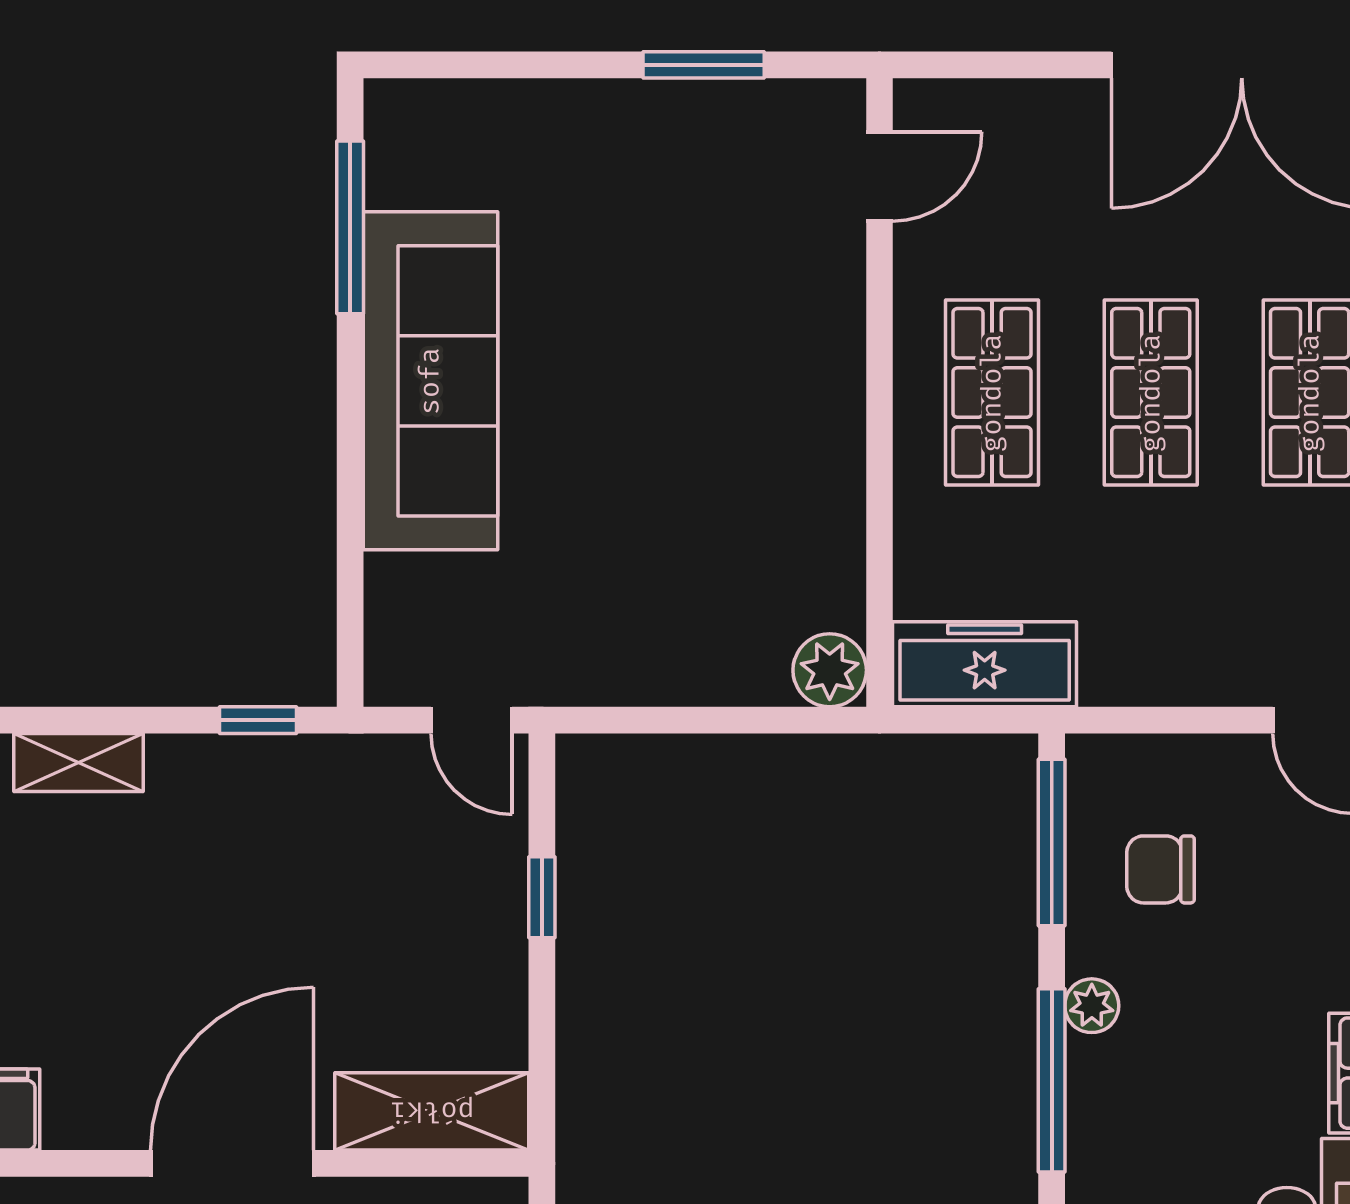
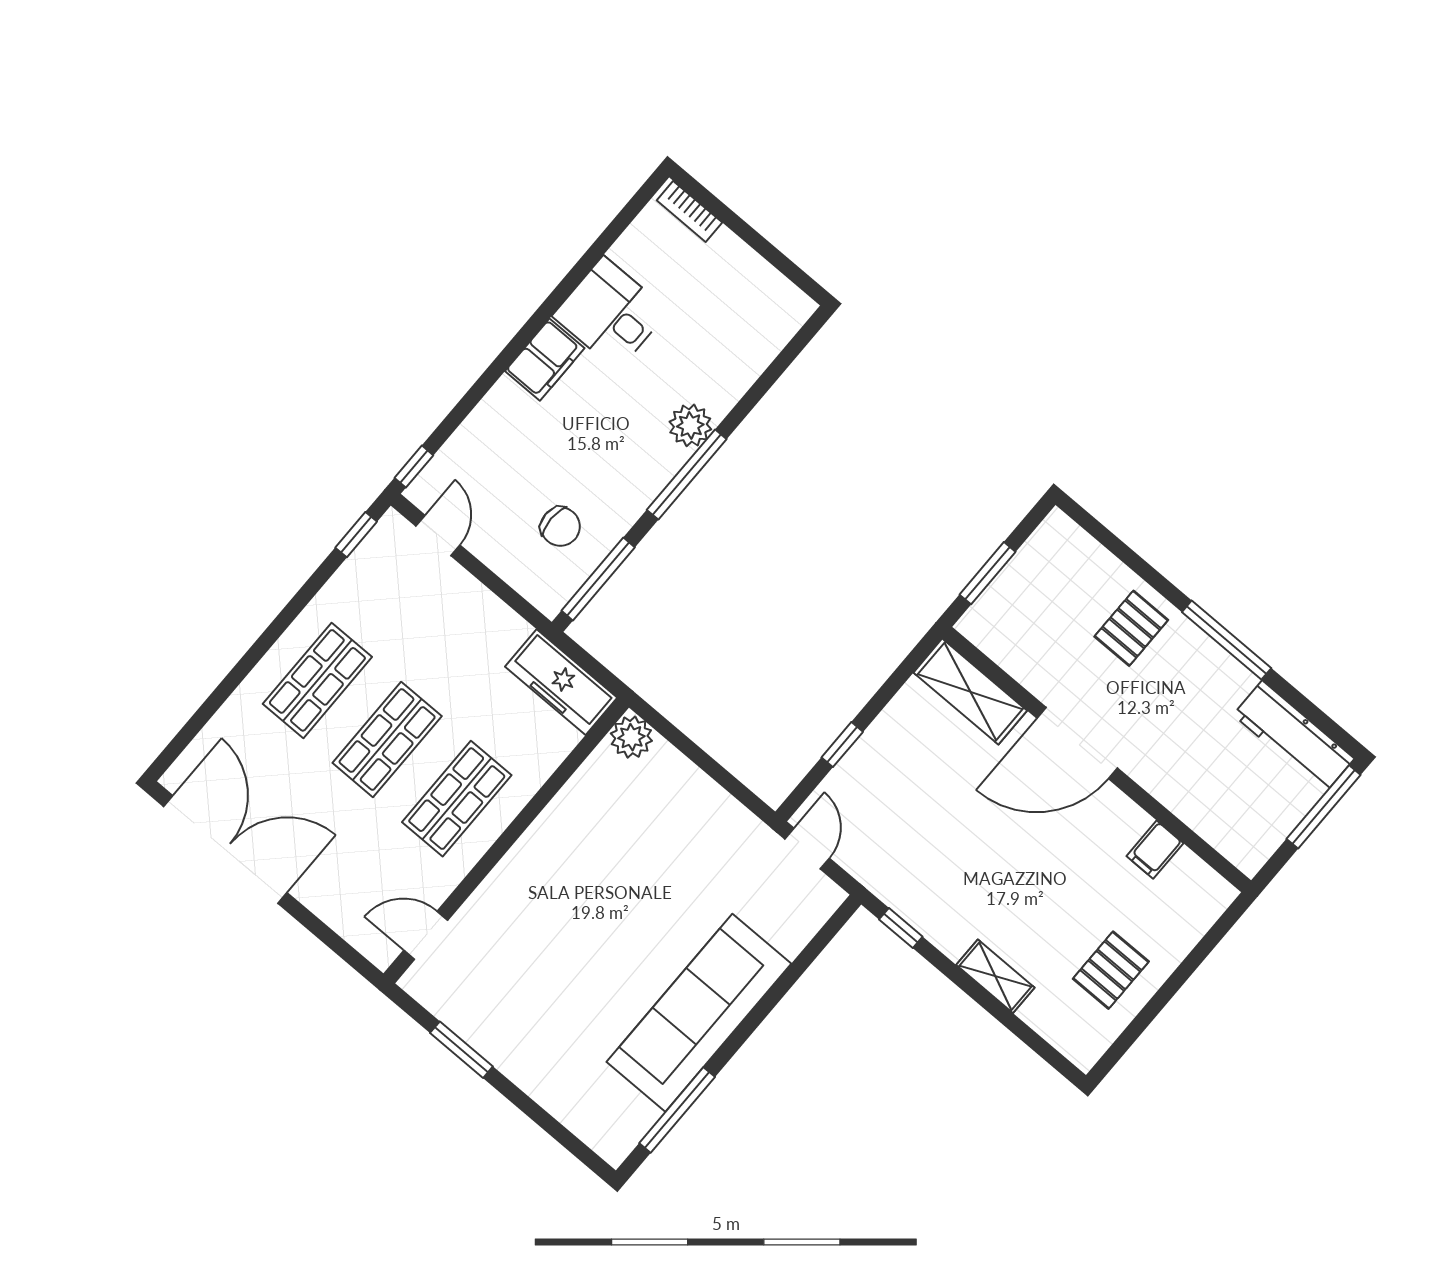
plant: (1092, 1006) -> (690, 425), moved, width x1.38, depth x1.38

